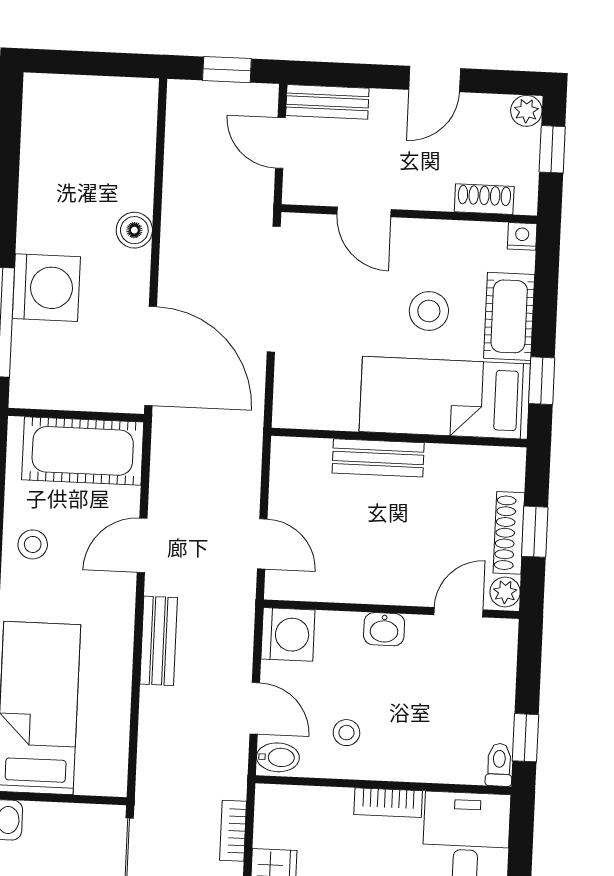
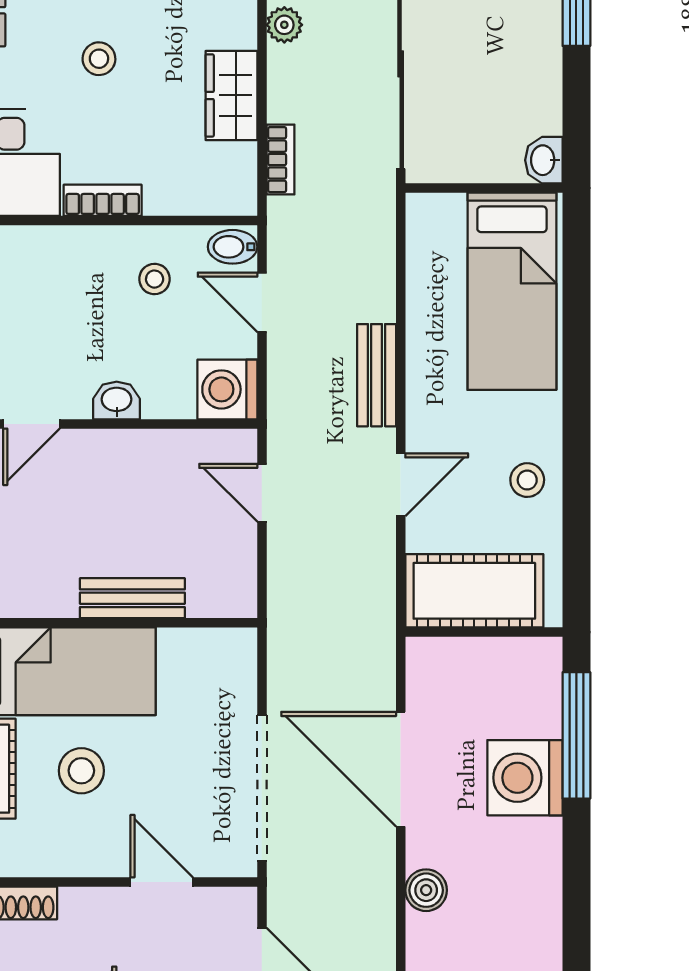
boiler: (134, 230) -> (426, 890), moved
door: (151, 356) -> (401, 769), moved

